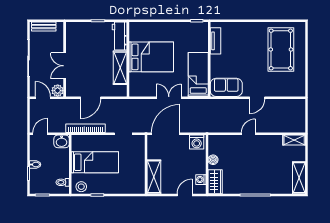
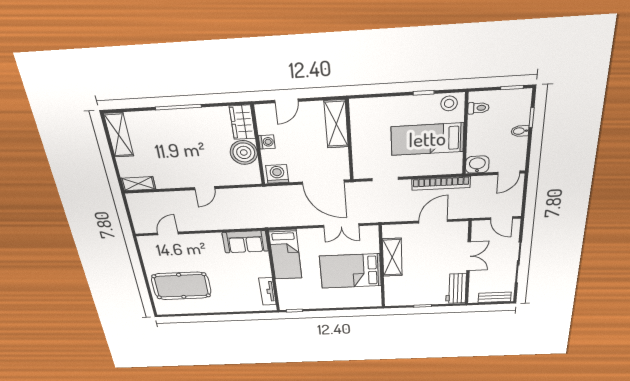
workbench: (120, 36) -> (456, 289), moved, turned 180
pool table: (281, 49) -> (181, 286), turned 90
plant: (58, 91) -> (480, 228), removed
double door: (169, 98) -> (341, 226), moved
door: (257, 98) -> (168, 233), moved
door: (166, 134) -> (323, 182), hinge flipped
boiler: (213, 160) -> (244, 152), width x1.86, depth x1.86
washing machine: (201, 180) -> (267, 142), moved

